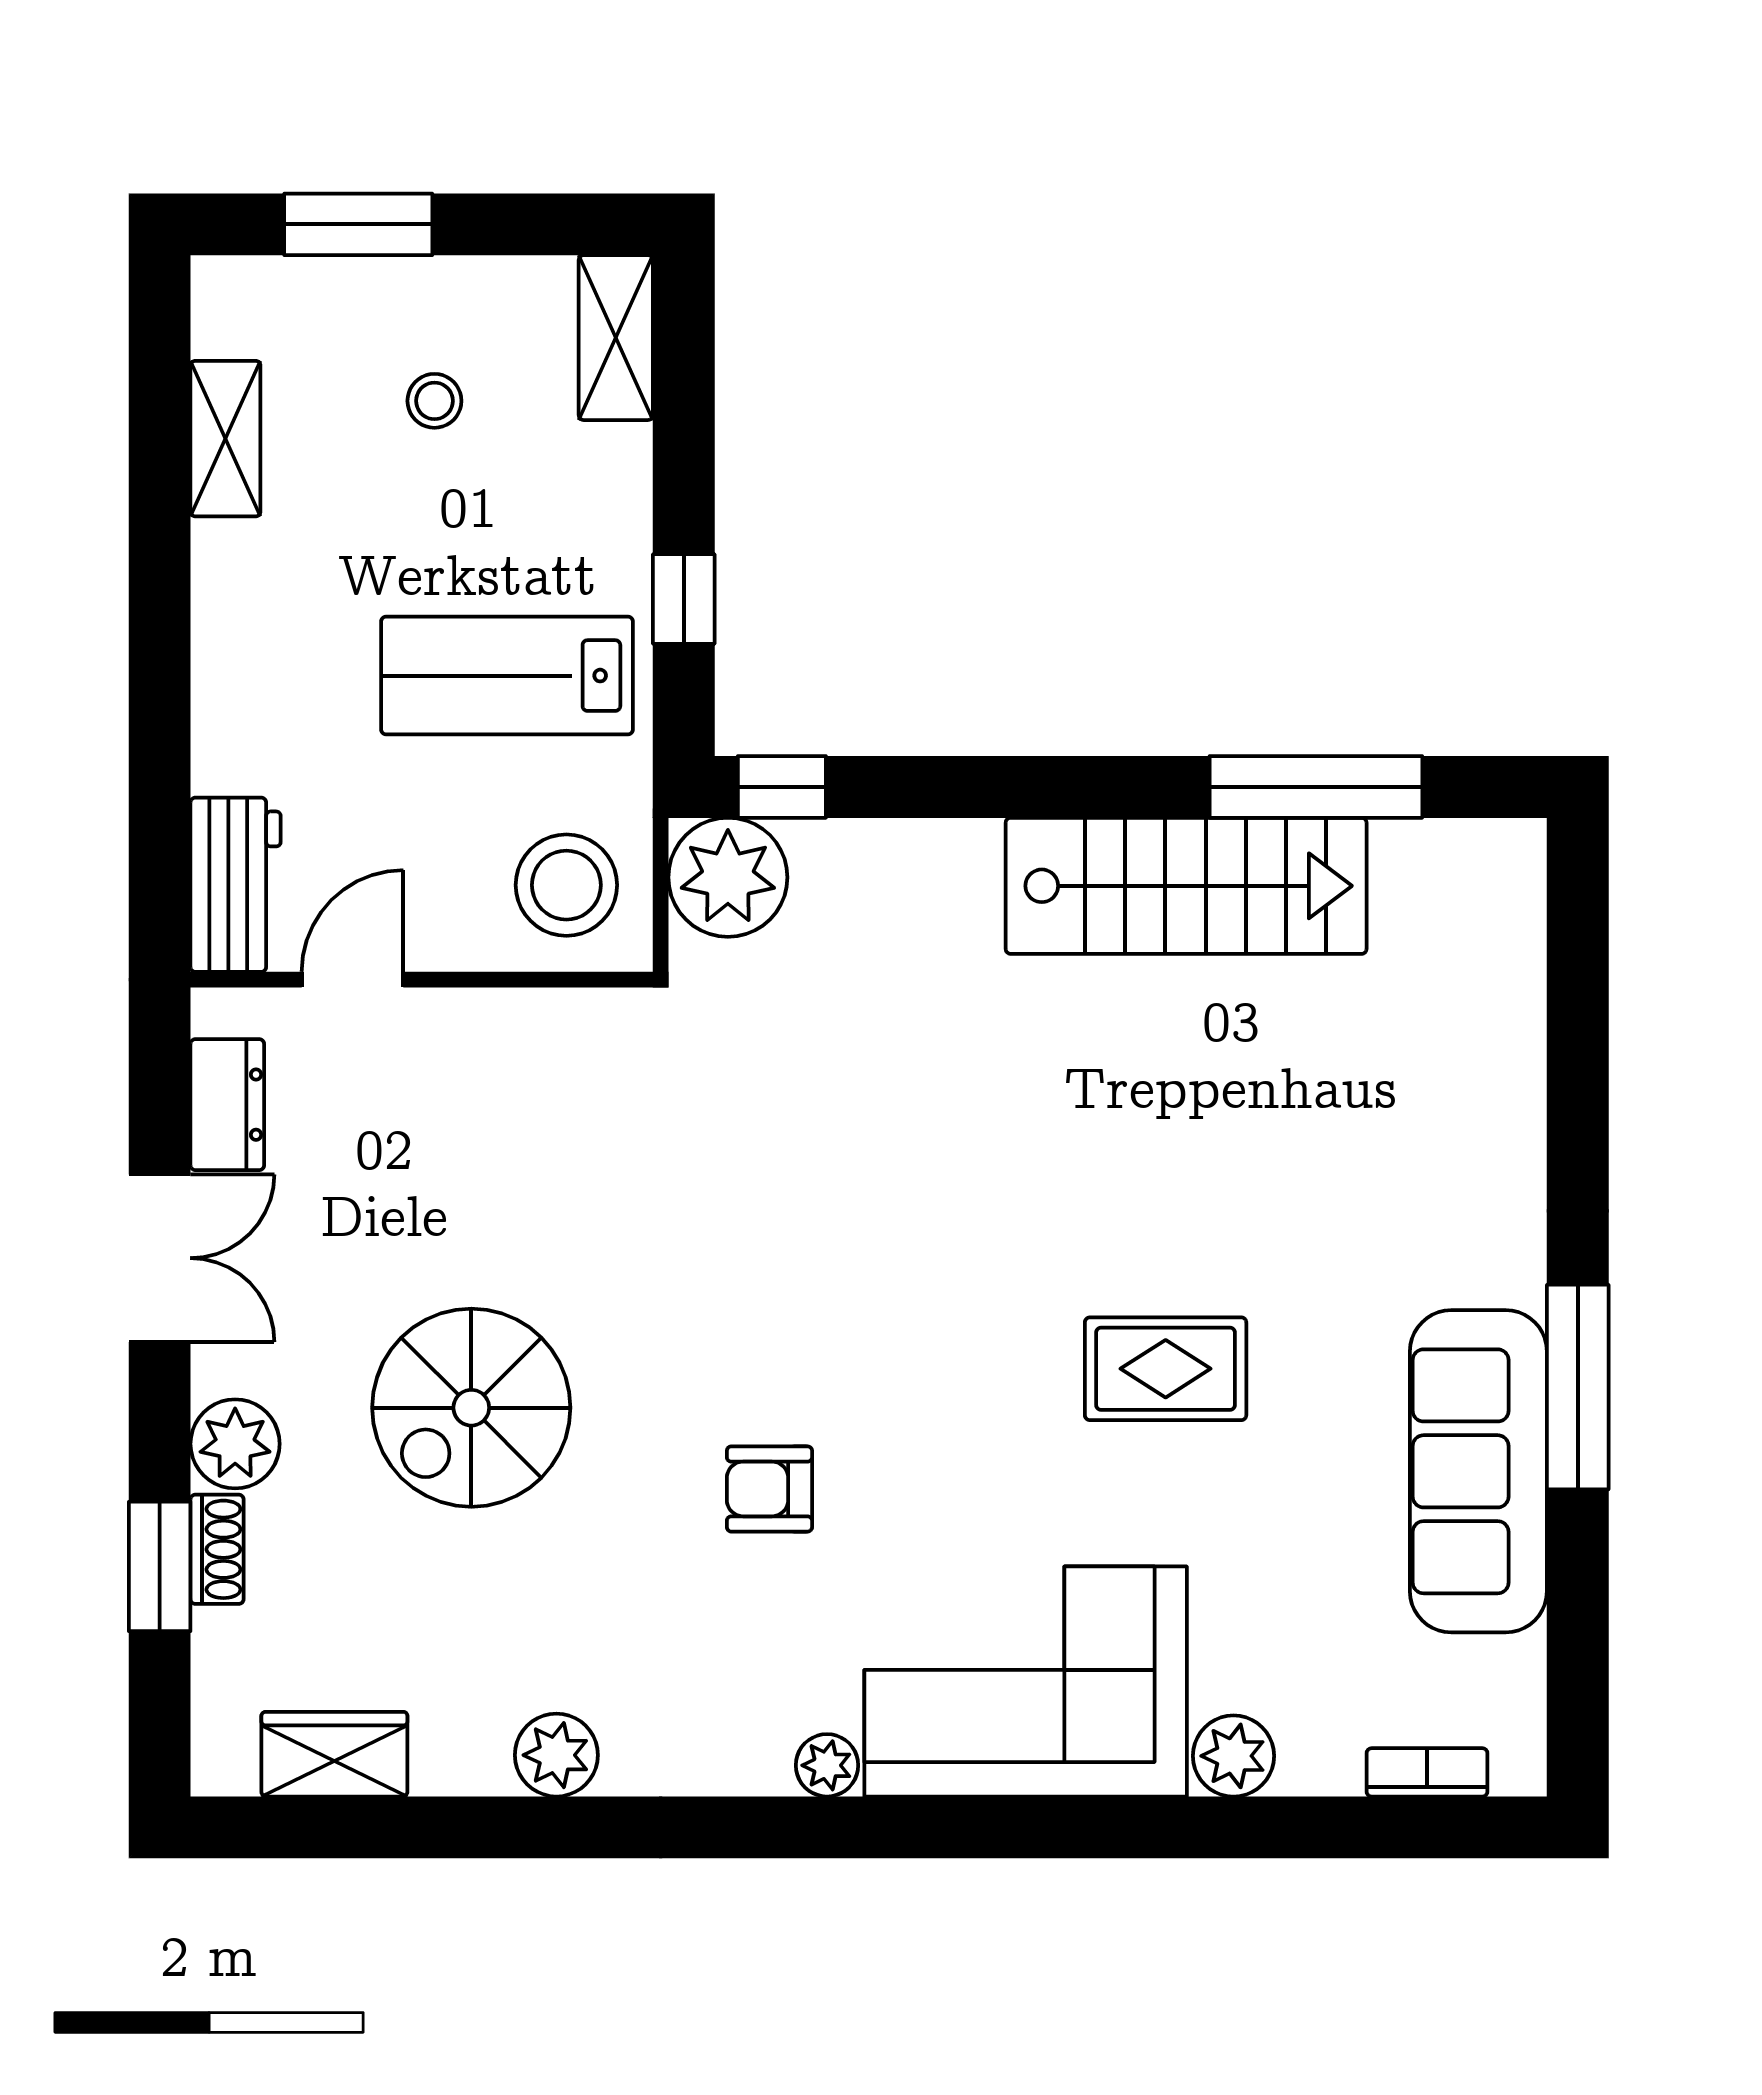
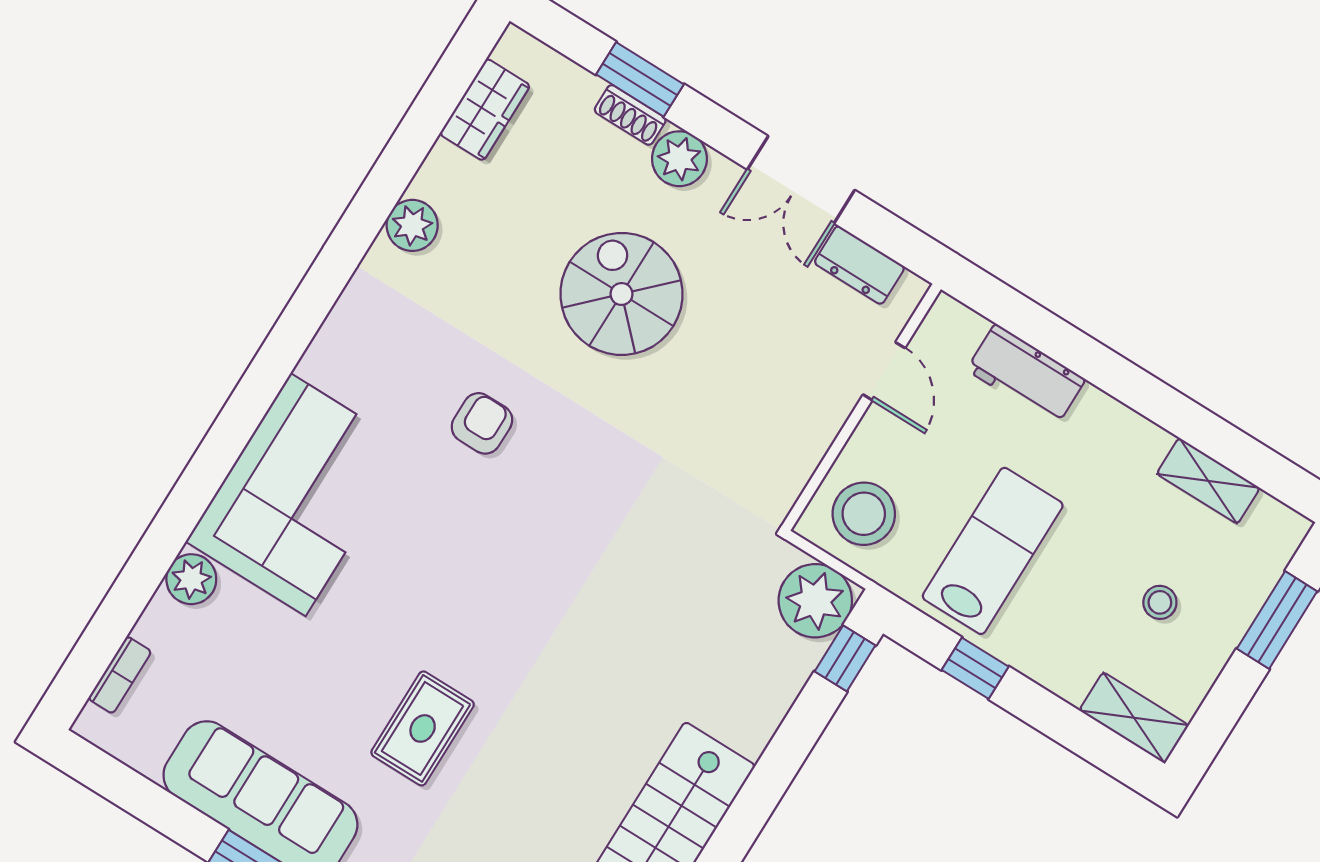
workbench: (236, 885) -> (1026, 375), moved
rug: (1166, 1369) -> (423, 728), moved
plant: (827, 1765) -> (319, 364), removed

